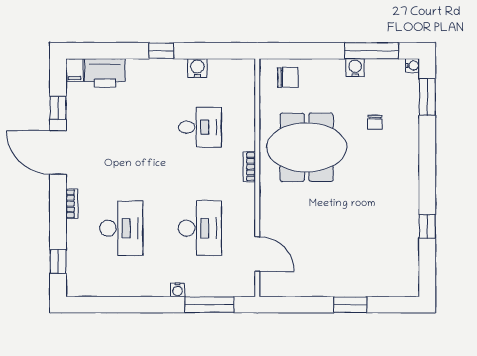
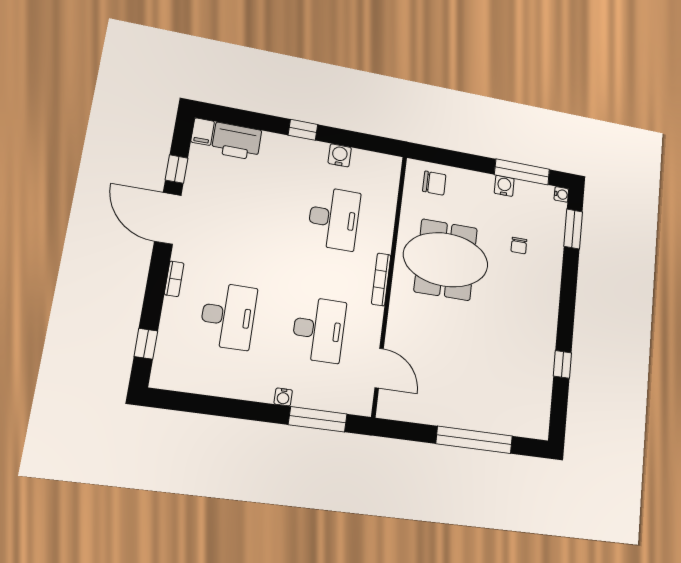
desk: (200, 127) -> (334, 218), width x1.37
bookcase: (249, 167) -> (381, 279), width x1.56
window: (350, 305) -> (474, 440), width x2.11

